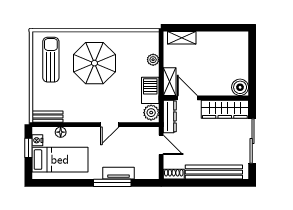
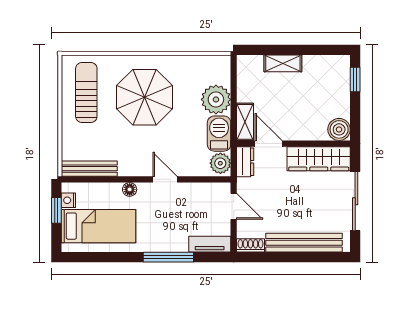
shelving: (182, 38) -> (283, 63), moved
window: (252, 50) -> (355, 80), added
plant: (153, 60) -> (216, 99), width x1.87, depth x1.87
dresser: (170, 116) -> (245, 162), width x0.70
bench: (47, 117) -> (89, 169), width x1.36
door: (110, 125) -> (165, 179), swing flipped
floor lamp: (61, 132) -> (130, 189), moved
tv unit: (119, 173) -> (210, 244), moved

